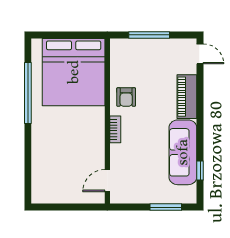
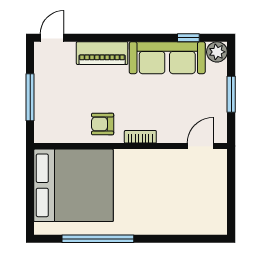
armchair: (126, 97) -> (103, 124), turned 180
door: (107, 181) -> (200, 146), swing flipped
plant: (188, 195) -> (217, 52), added
window: (166, 207) -> (231, 94), moved

